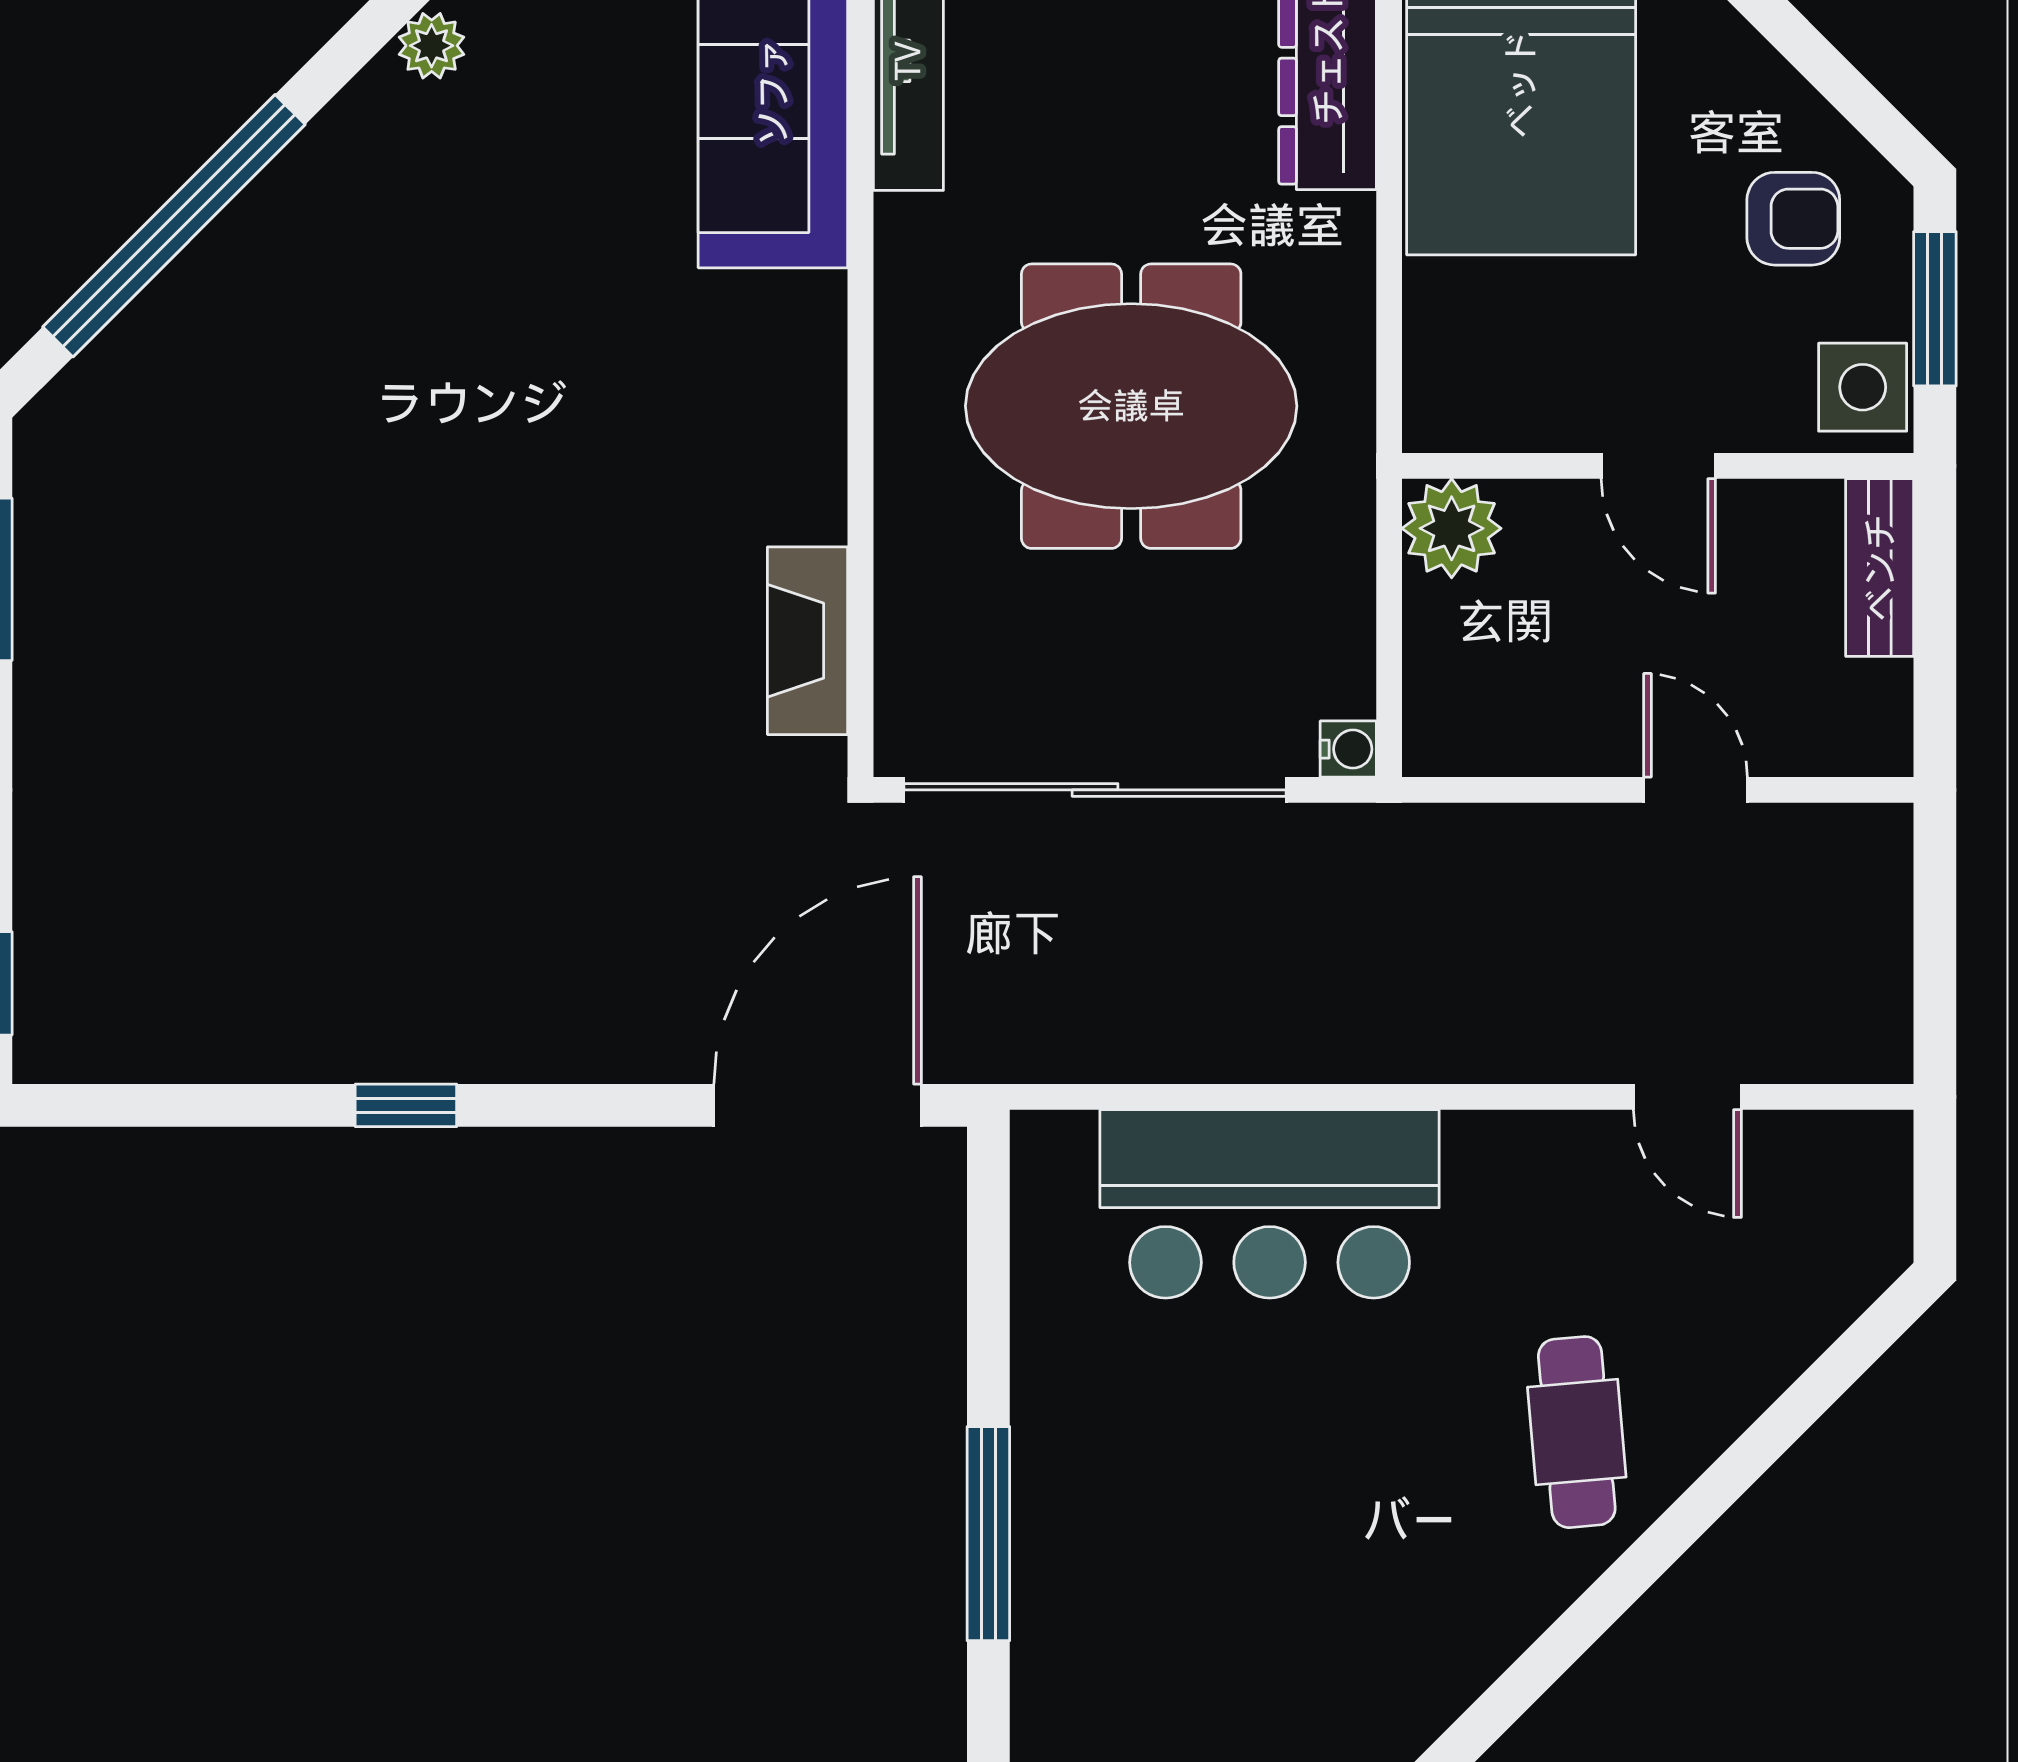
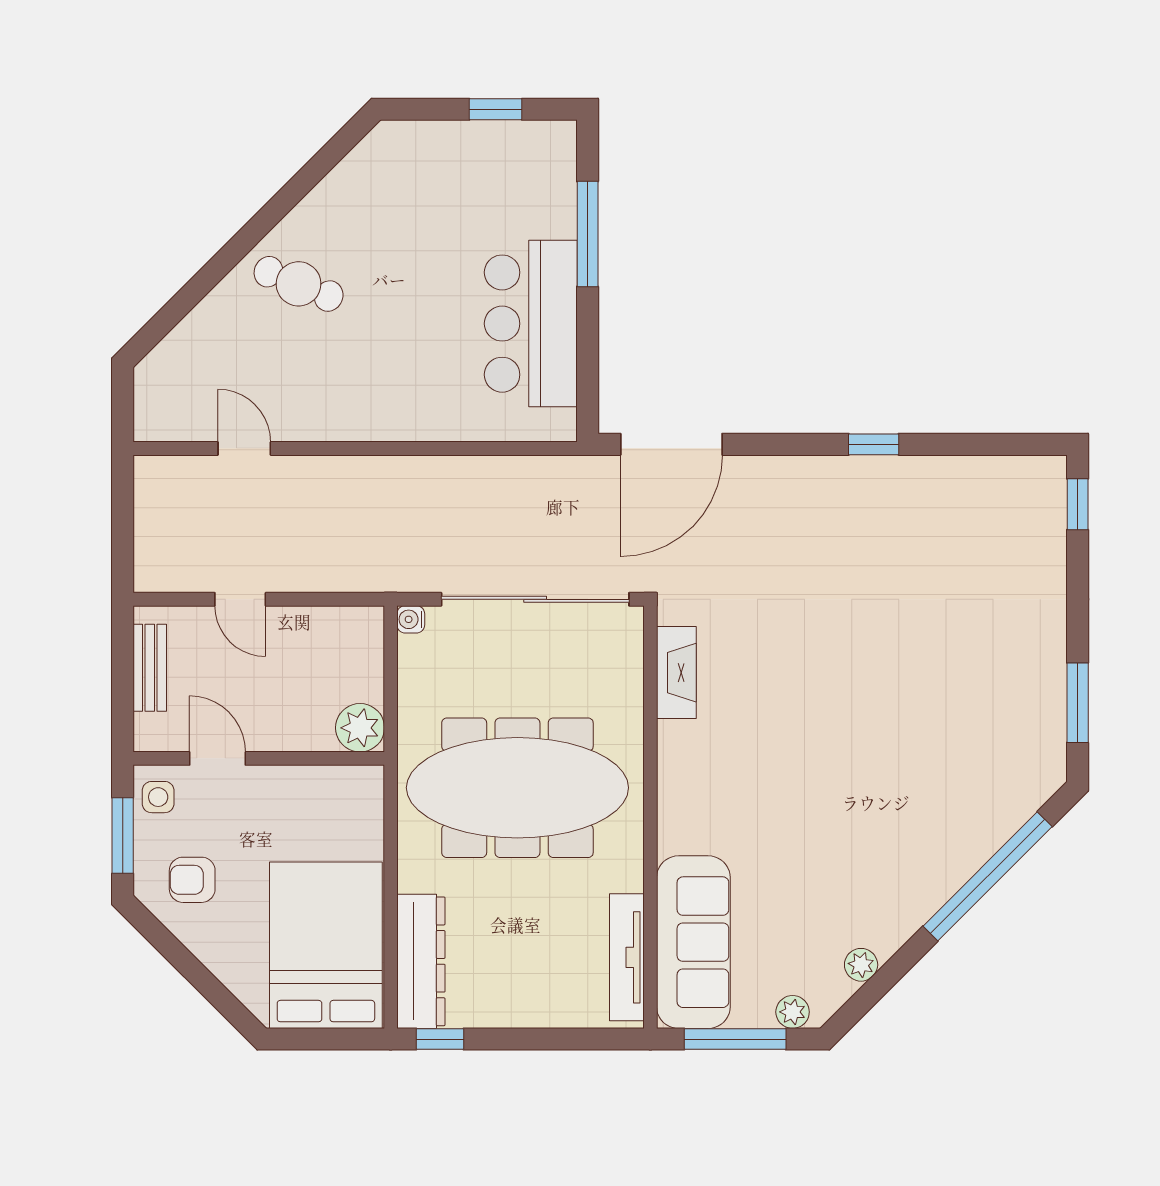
side table: (1863, 387) -> (158, 797), width x0.73, depth x0.73
meeting table: (1131, 406) -> (517, 788), width x1.36
door: (1658, 466) -> (217, 758), moved
bench: (1880, 568) -> (150, 668), moved
bar counter: (1270, 1204) -> (531, 324), moved, turned -90
cafe table: (1577, 1432) -> (299, 284), turned -63

